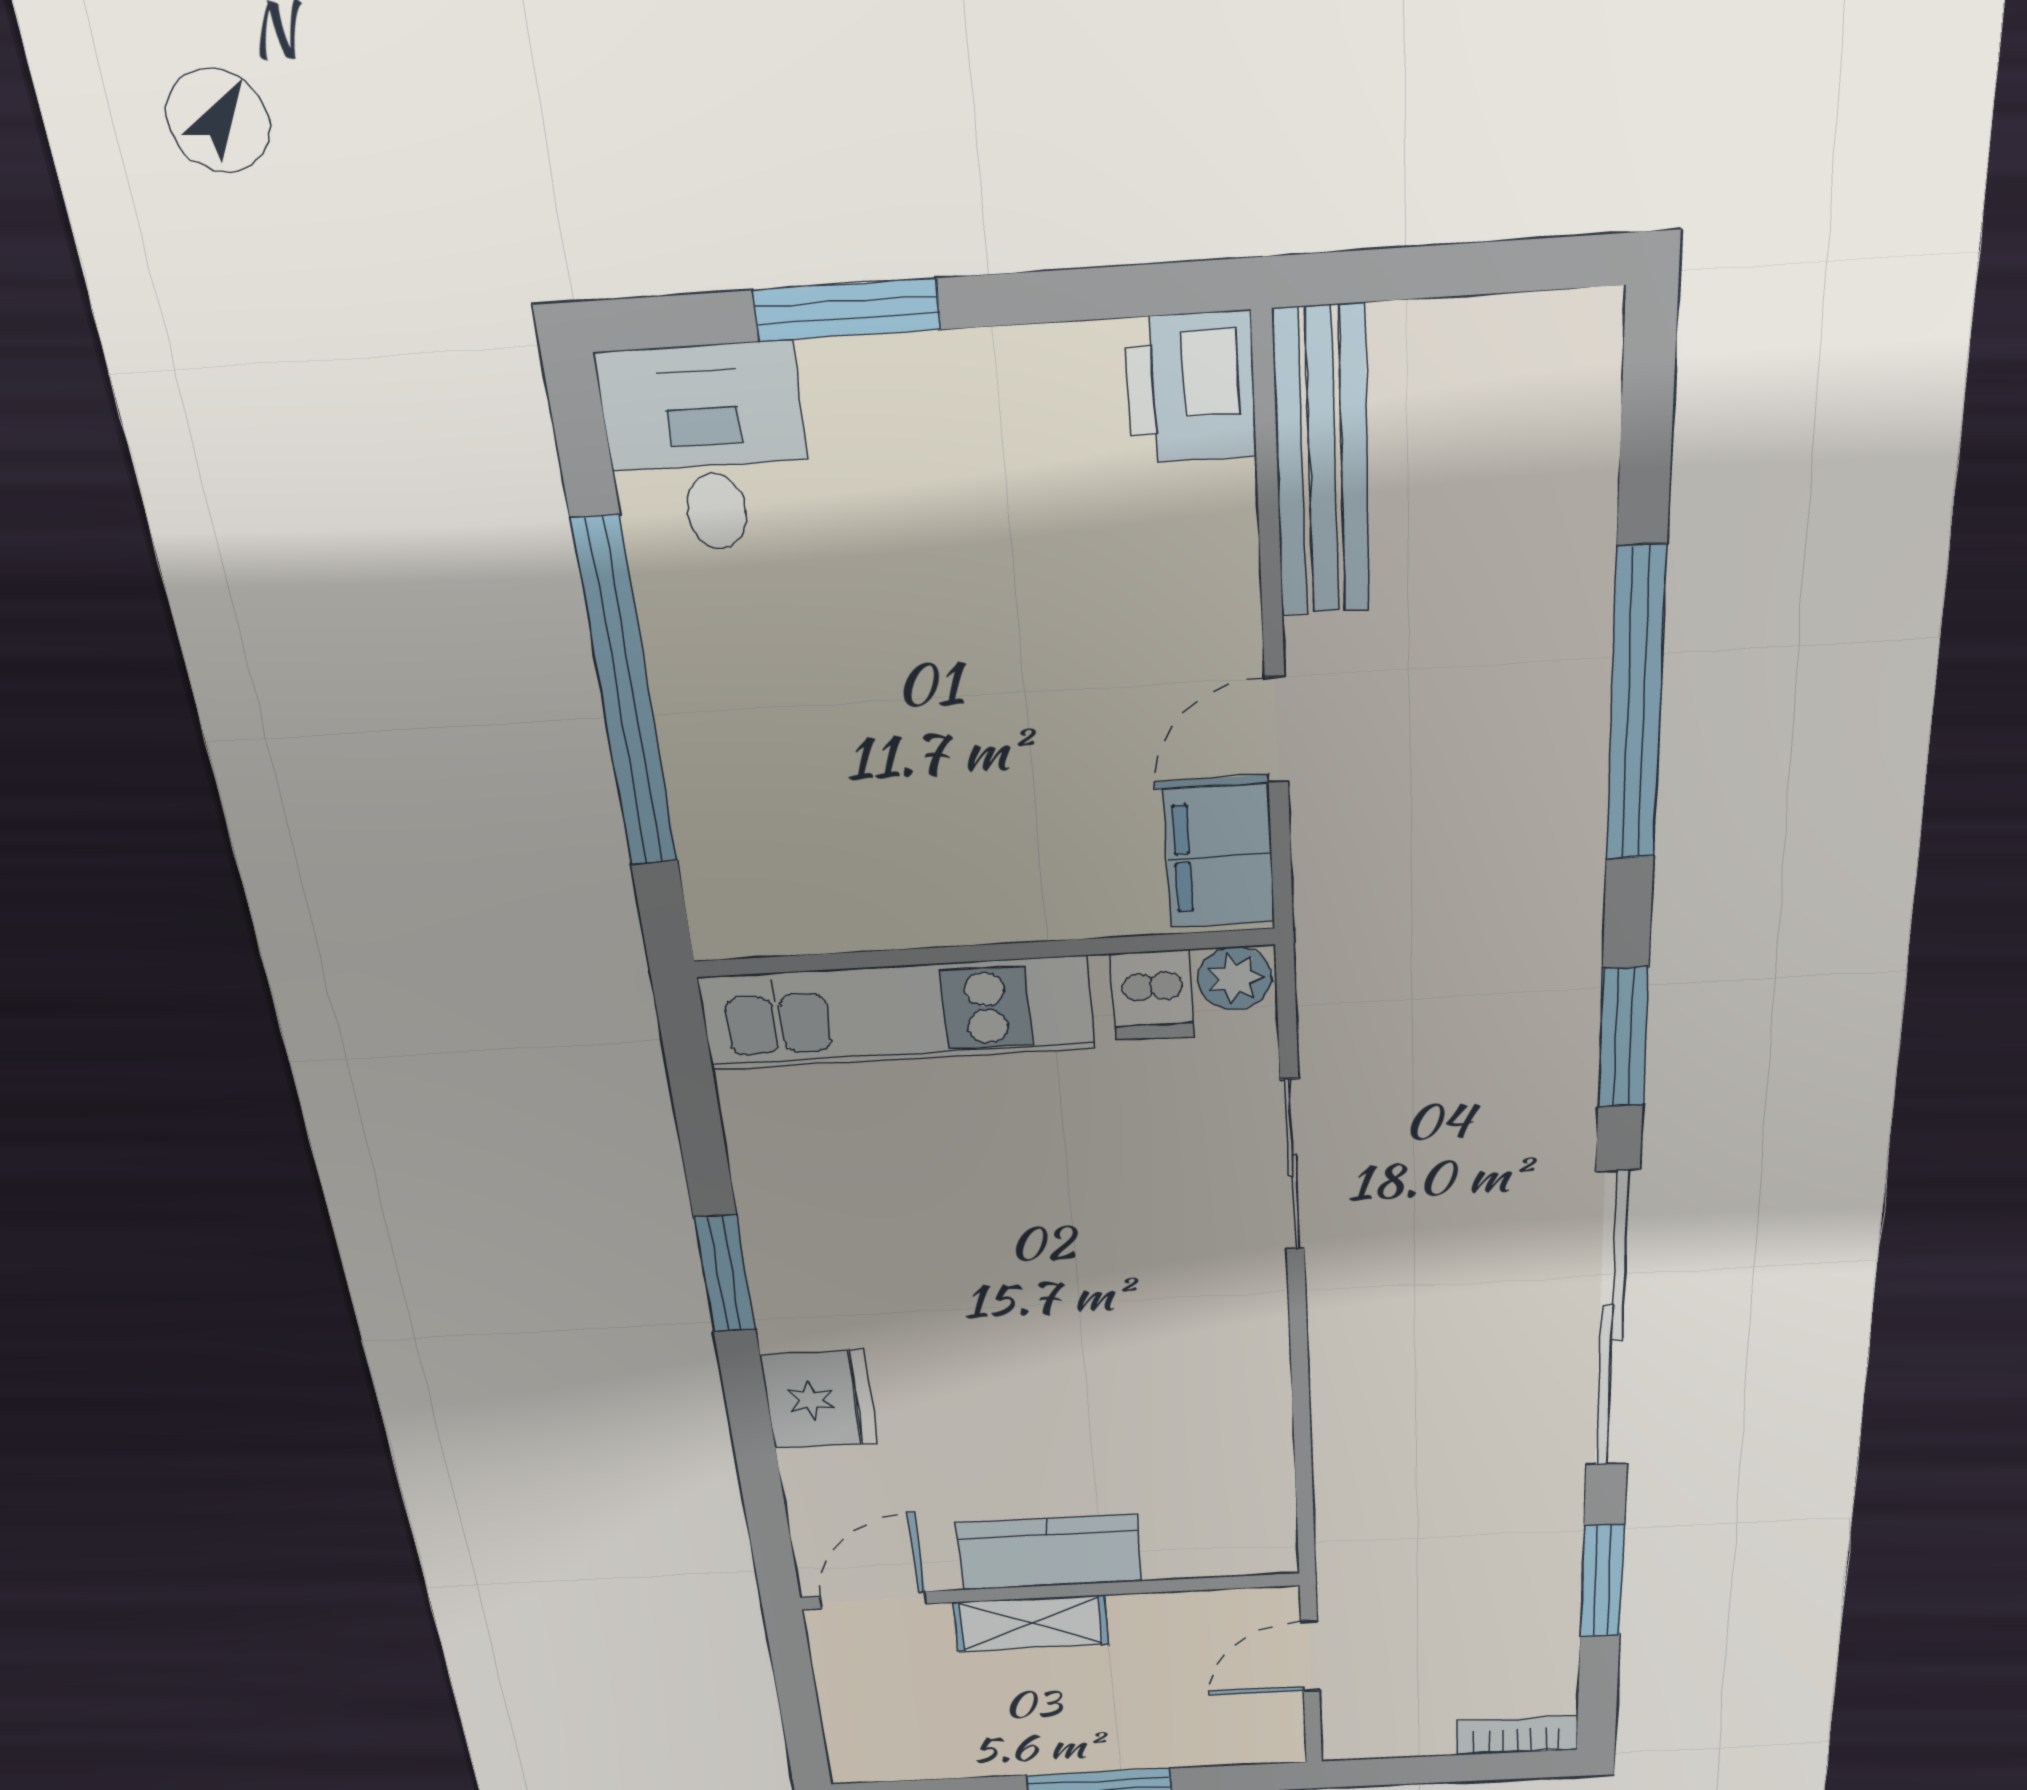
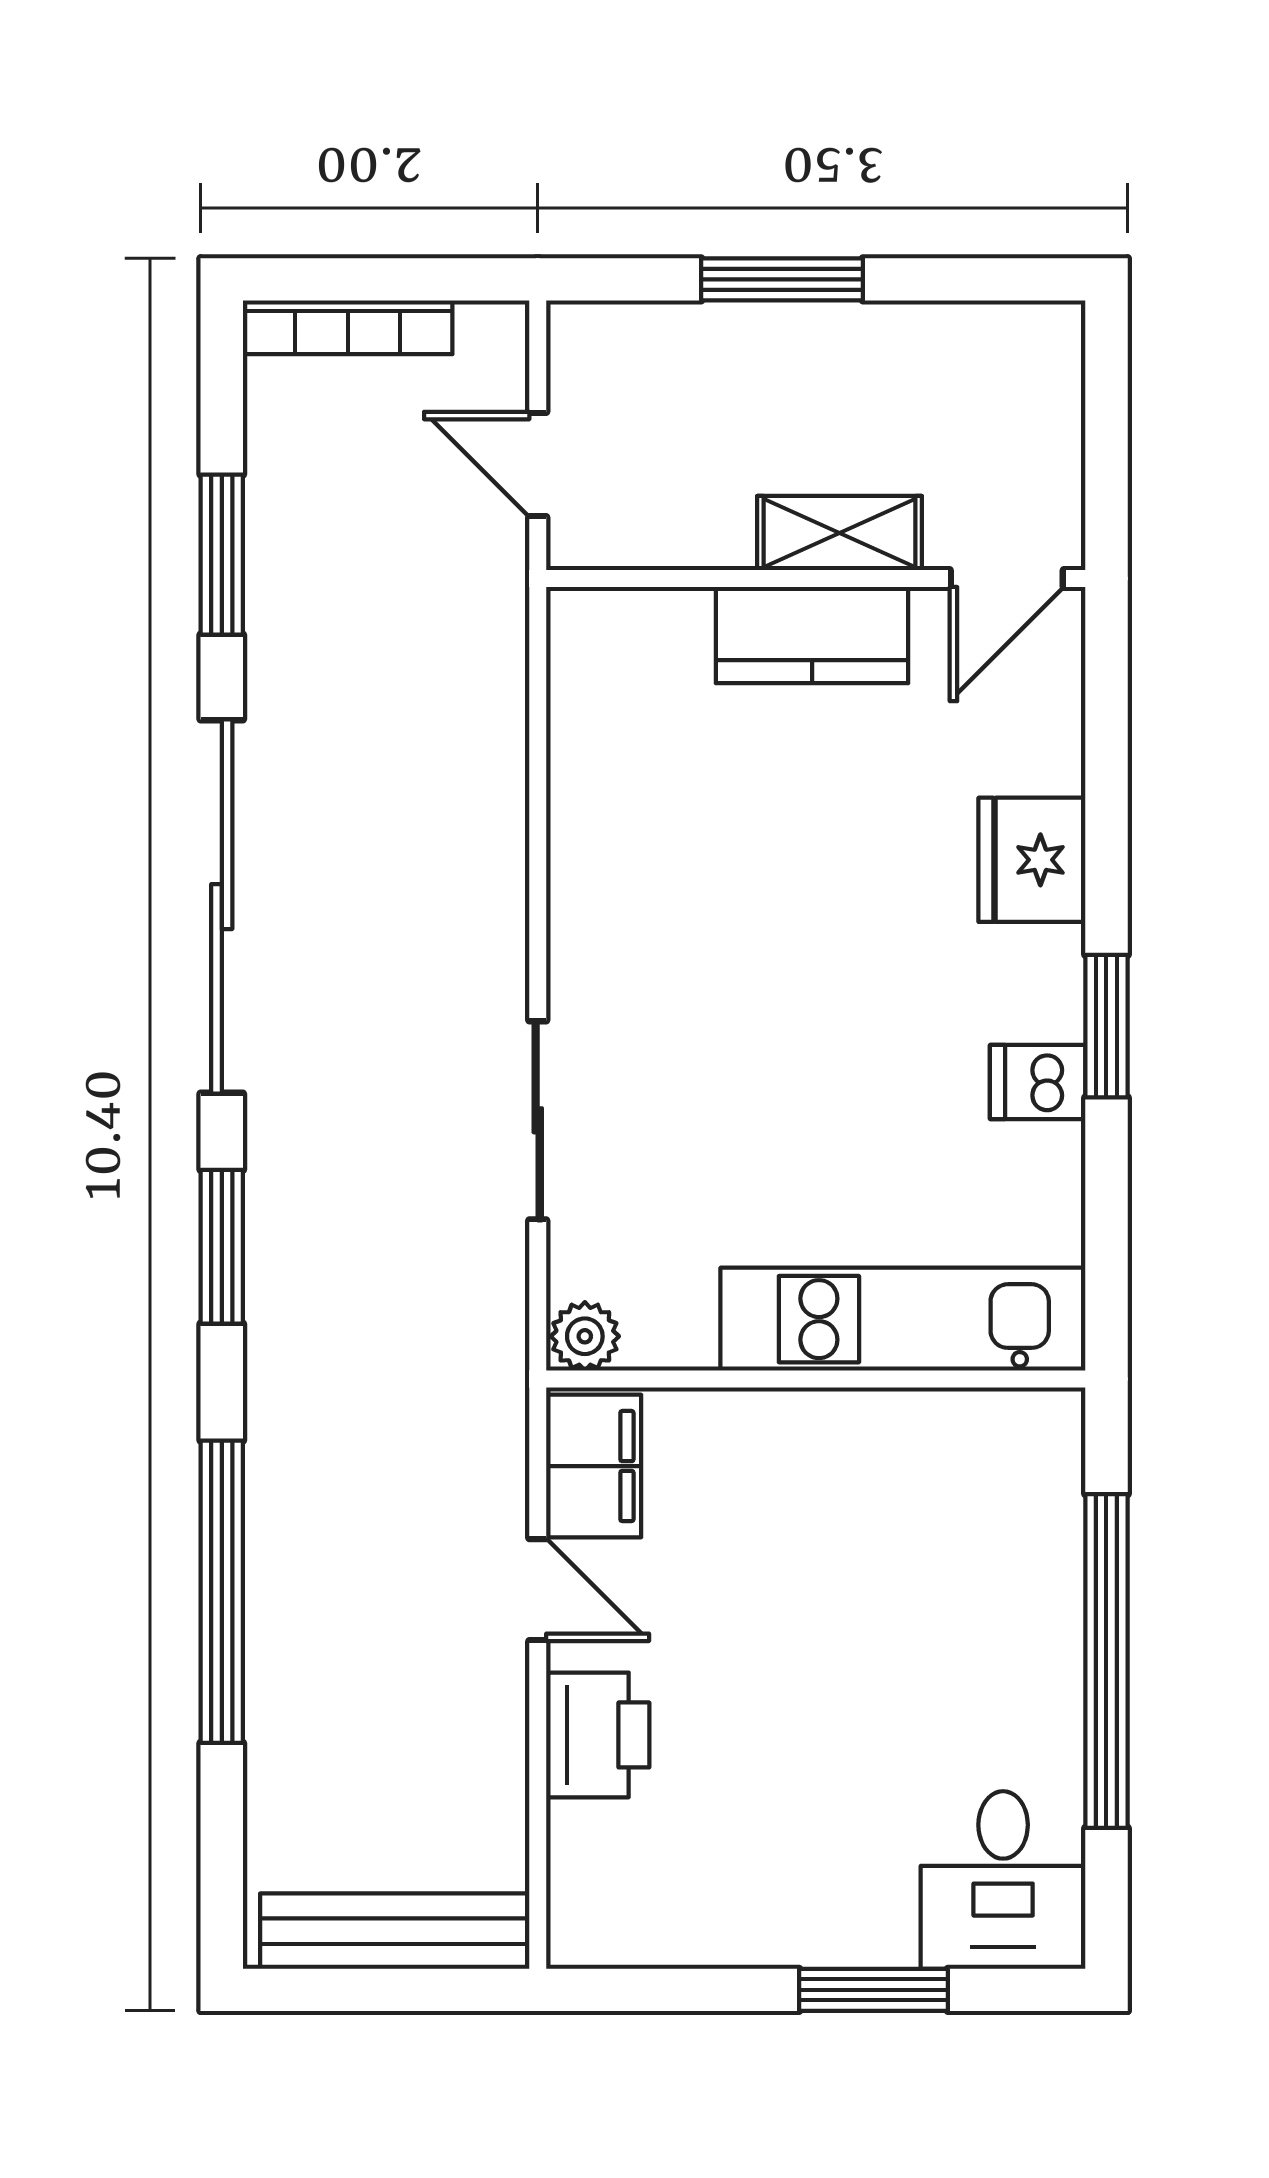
printer: (1191, 388) -> (598, 1735), moved
bench: (1322, 463) -> (395, 1931), moved, turned 90
door: (1276, 730) -> (538, 1590), hinge flipped
dishwasher: (1152, 995) -> (1038, 1082), moved, turned -90
door: (1310, 1656) -> (538, 464), swing flipped
bookcase: (1517, 1735) -> (348, 327), width x1.56

